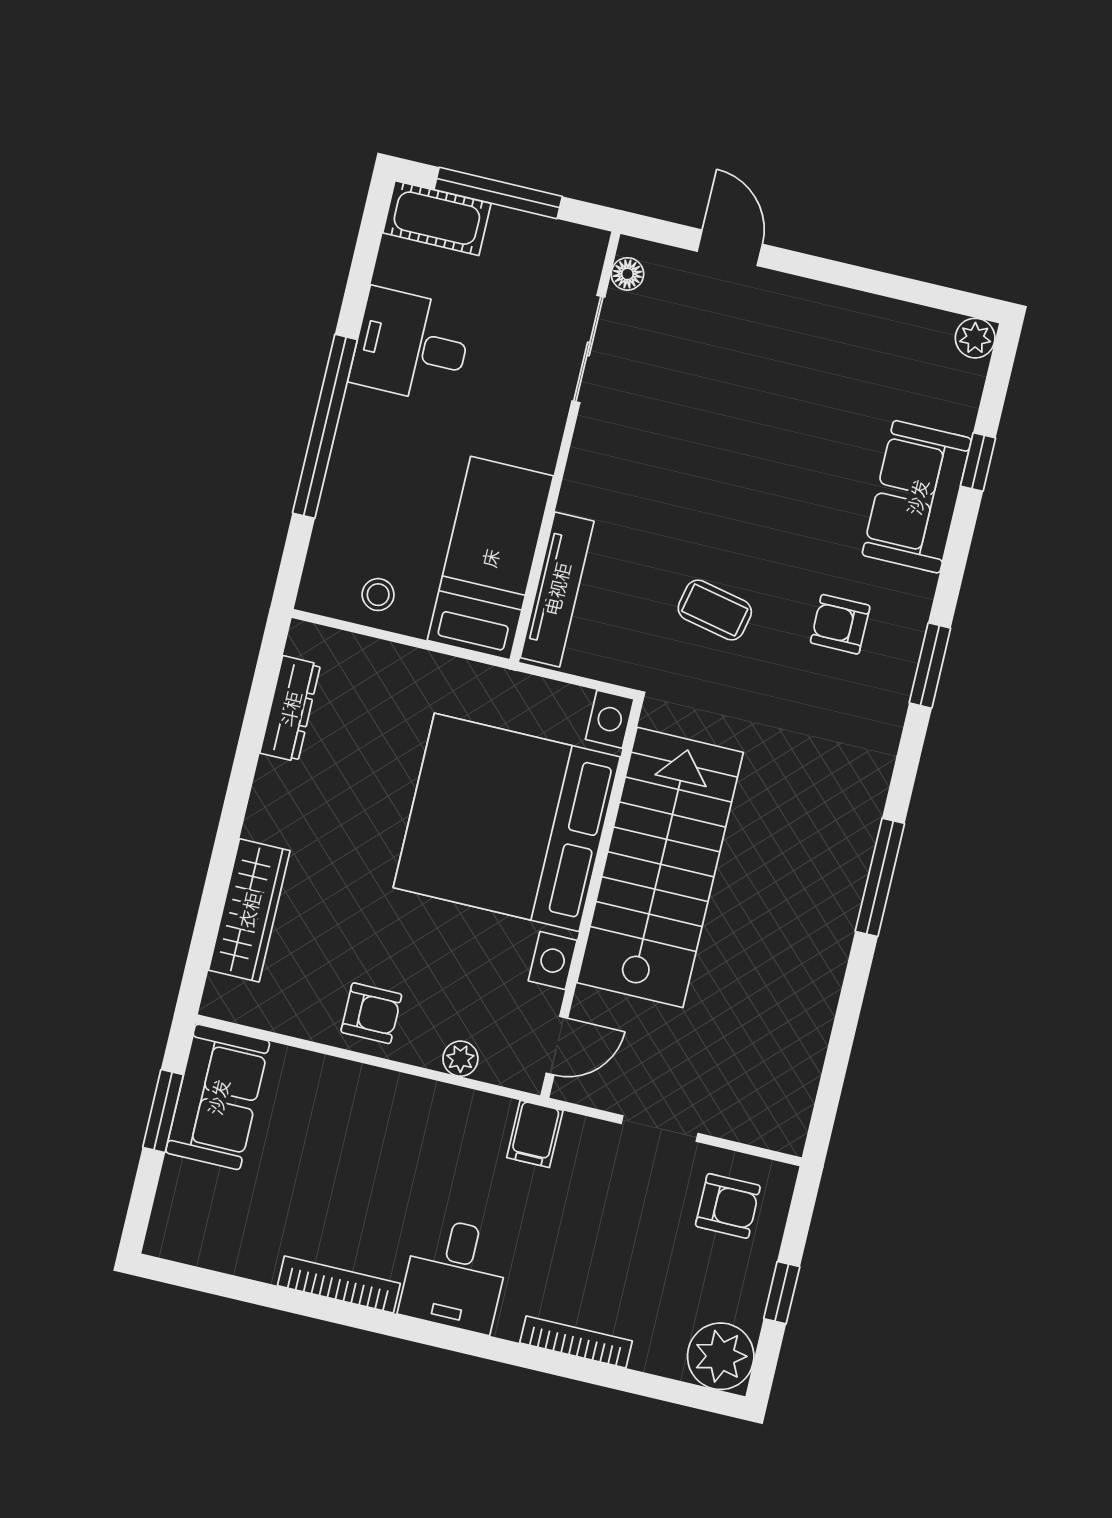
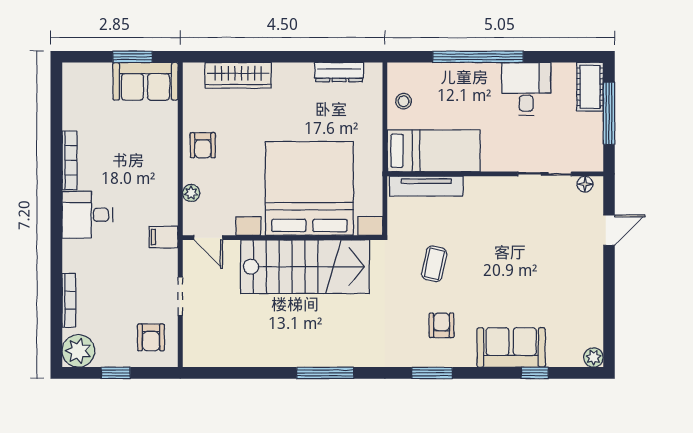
bookcase: (576, 1342) -> (69, 300), moved

